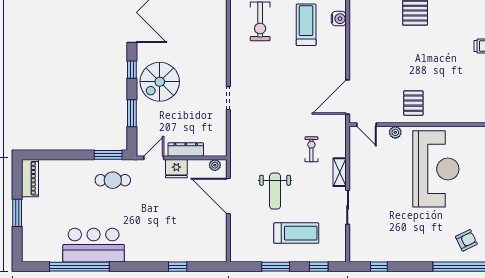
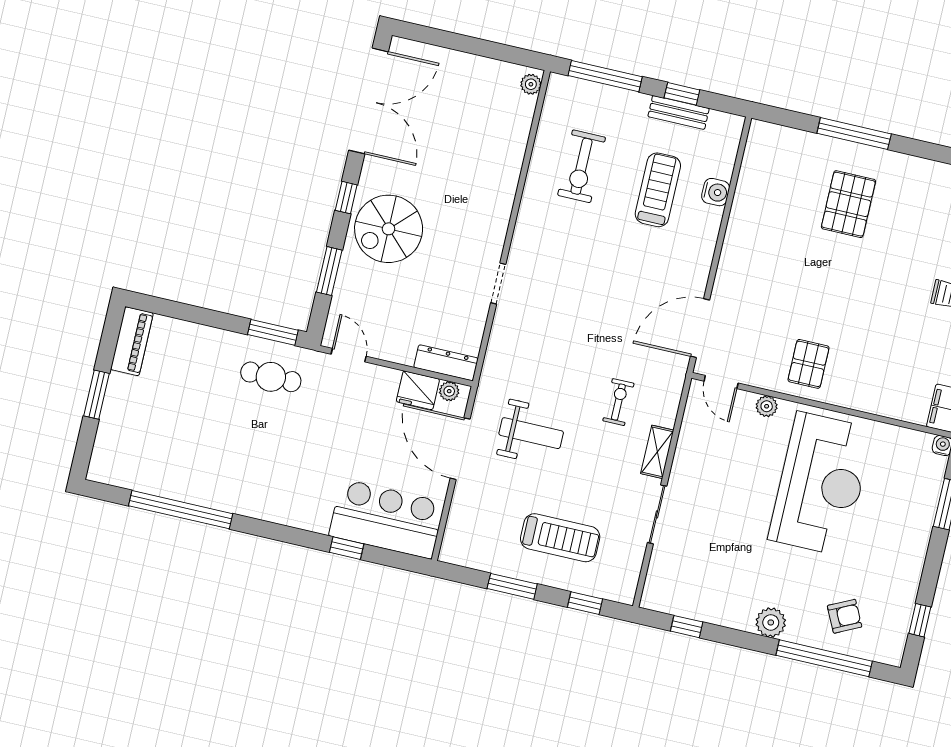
dresser: (186, 150) -> (446, 363), moved
door: (154, 158) -> (349, 355), hinge flipped
fridge: (176, 169) -> (418, 390), moved
weight bench: (275, 191) -> (531, 433), moved, turned -90
bar counter: (94, 245) -> (387, 519), moved
plant: (426, 253) -> (771, 622), added

